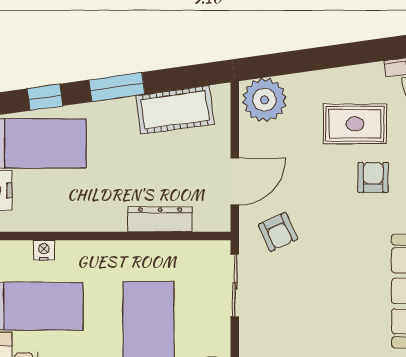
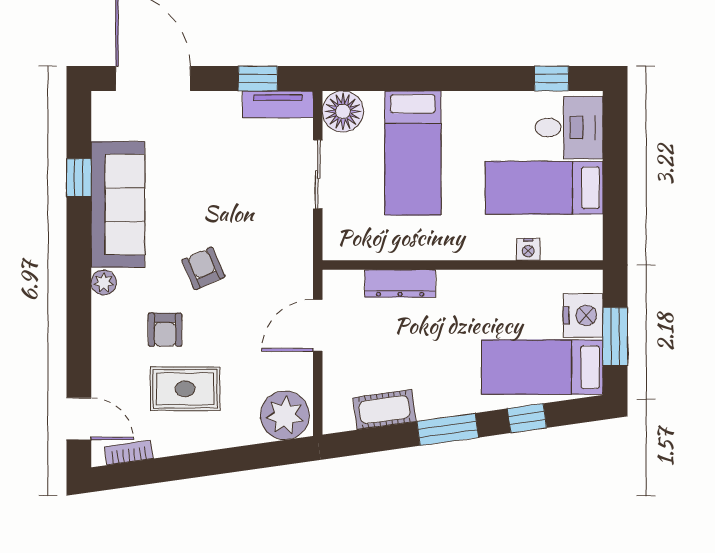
cot: (175, 110) -> (384, 410), width x0.73, depth x0.75
armchair: (278, 232) -> (203, 268), moved
sliding door: (235, 286) -> (318, 174), moved

